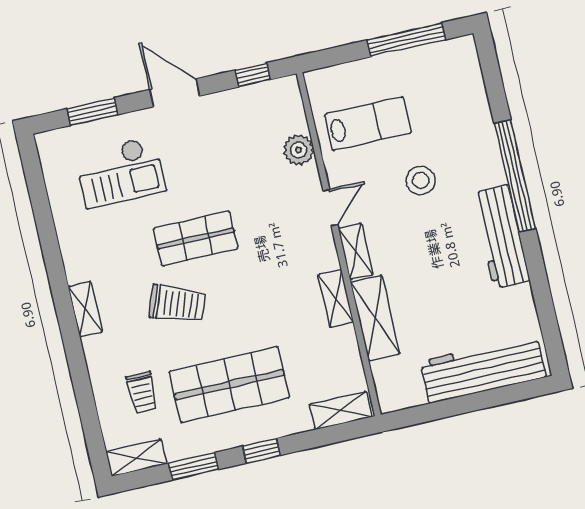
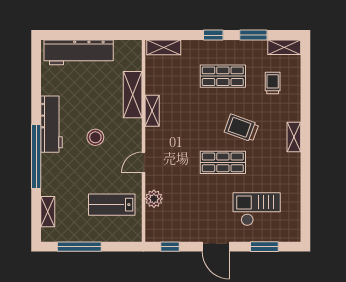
stool: (421, 180) -> (95, 137), moved
shelving: (356, 252) -> (48, 212), moved
shop shelf: (229, 385) -> (223, 76), width x0.70, depth x0.74

